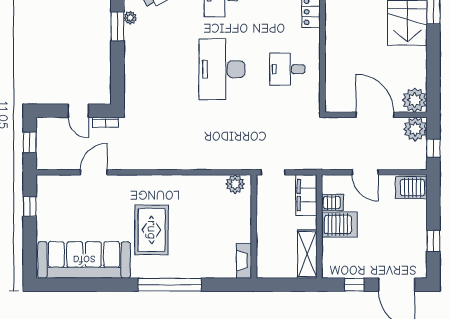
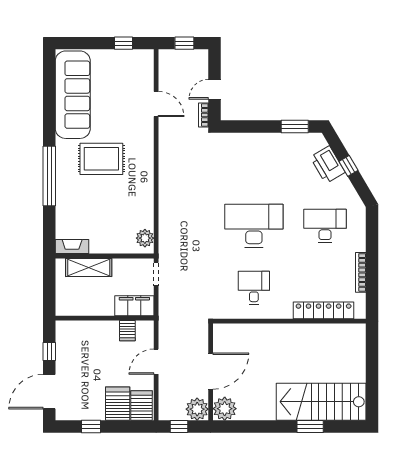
plant: (130, 18) -> (303, 139), removed
server rack: (339, 225) -> (118, 404), moved, turned 180
shelving: (307, 254) -> (89, 267), moved

